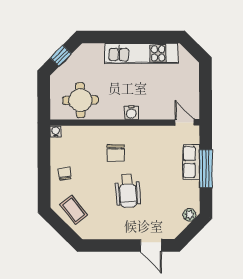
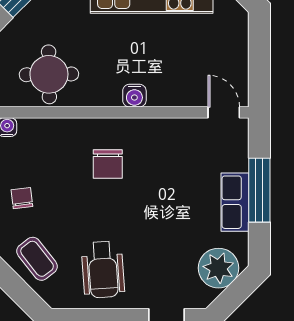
row of seats: (191, 162) -> (235, 202), moved
wheelchair: (128, 191) -> (103, 270), moved
plant: (189, 215) -> (219, 268), width x1.87, depth x1.87

